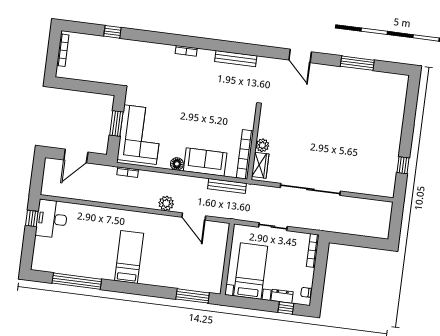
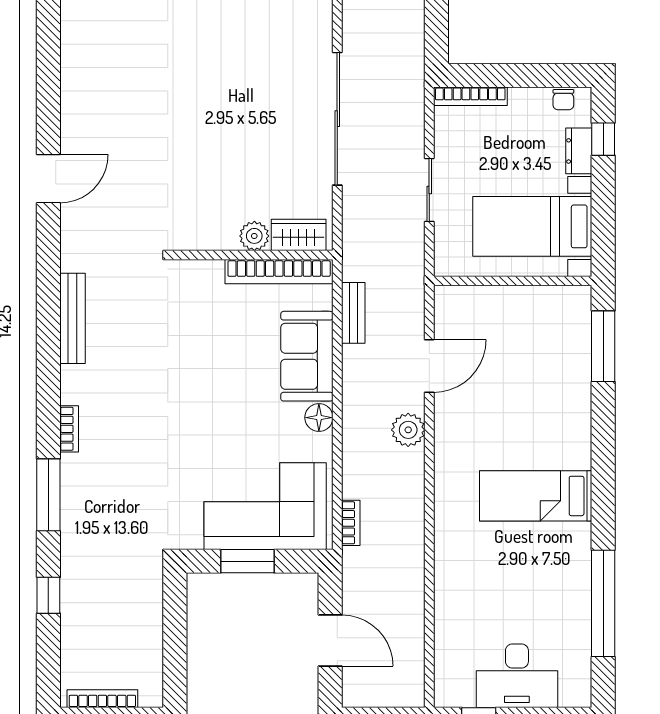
window: (357, 63) -> (48, 495), moved
bench: (227, 186) -> (353, 313), width x0.73
desk: (52, 219) -> (517, 676), moved

